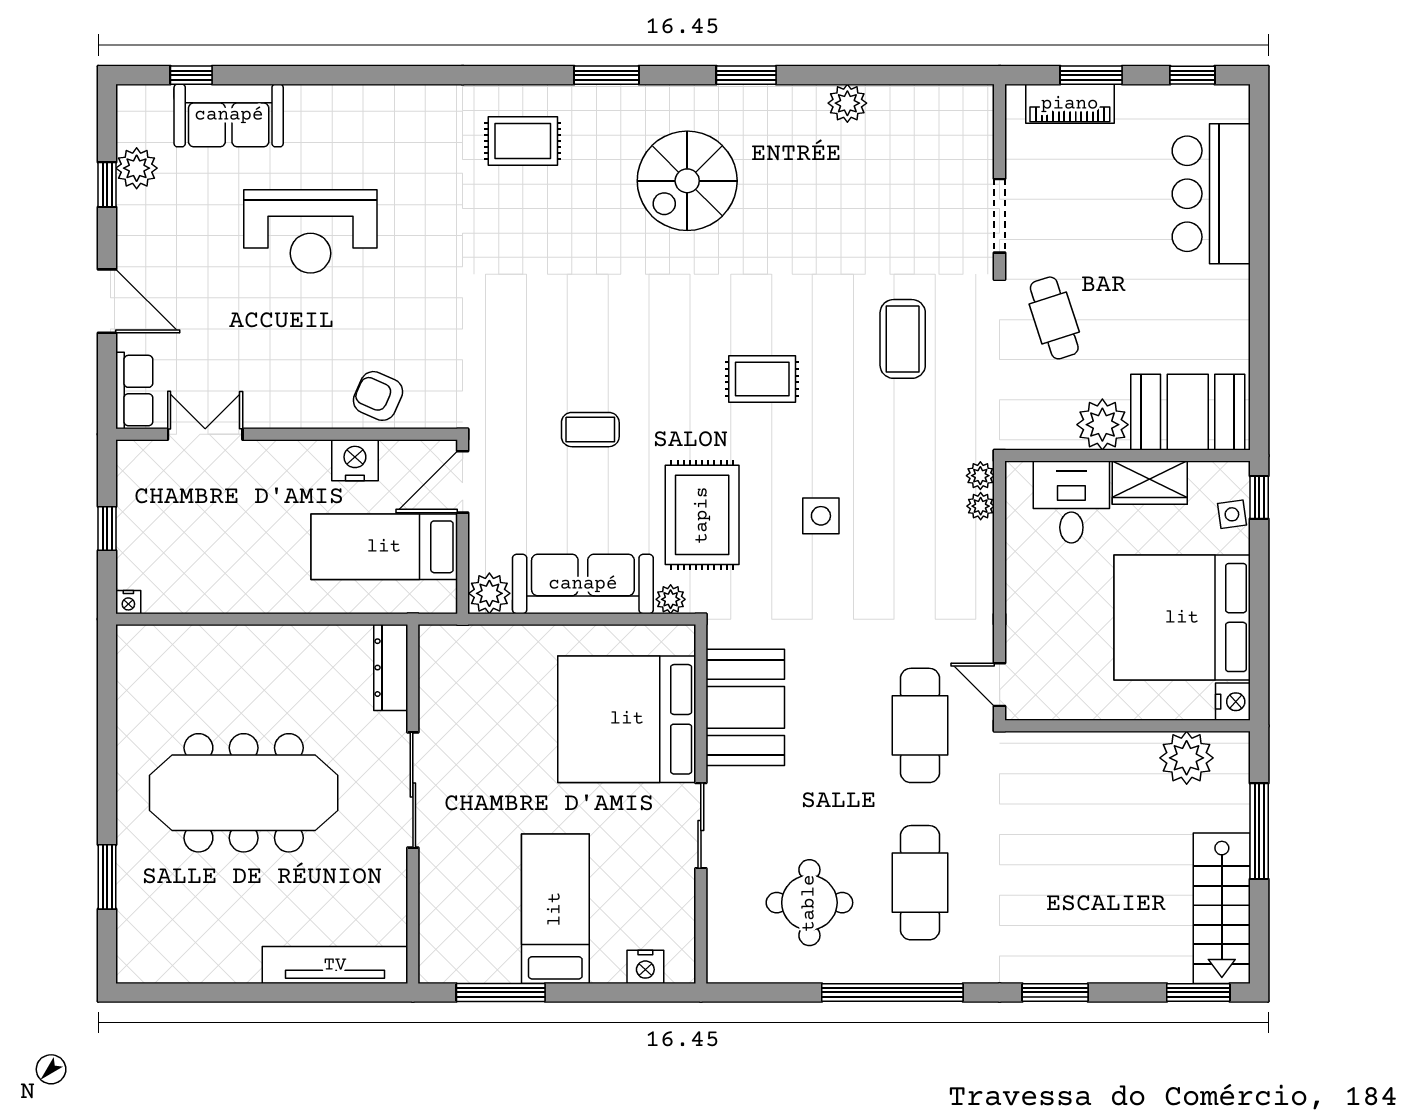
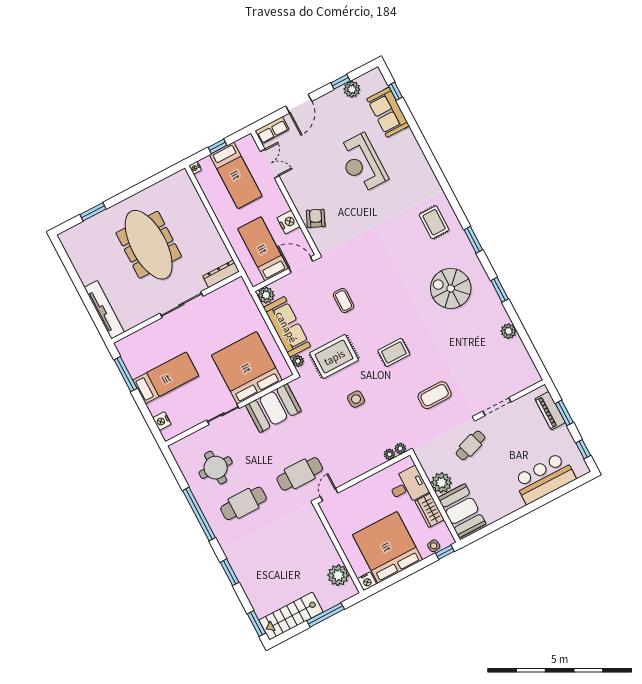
rug: (762, 379) -> (394, 352), turned 90
bed: (192, 522) -> (236, 175), added

